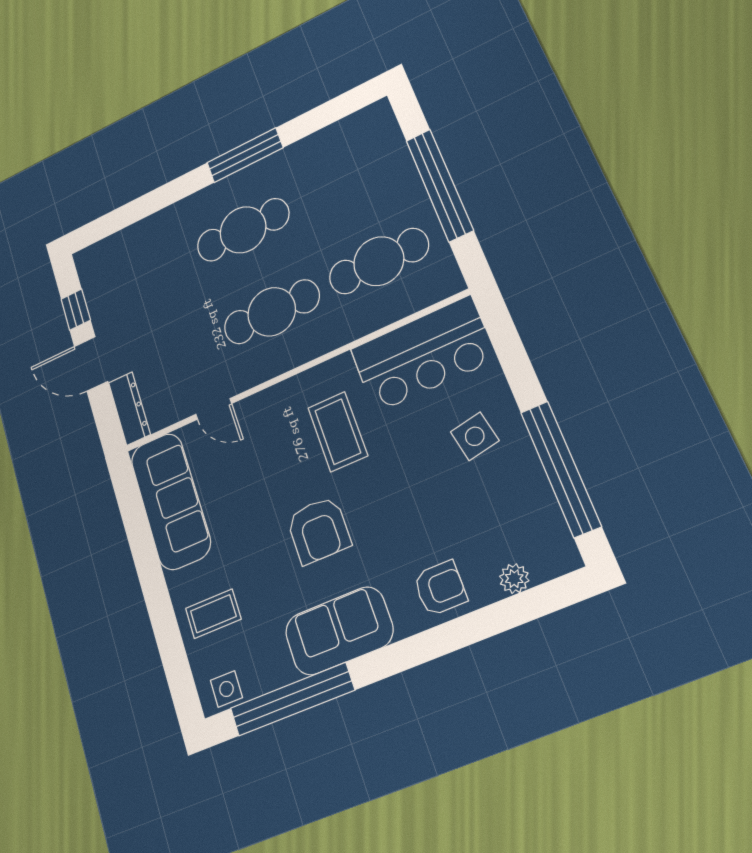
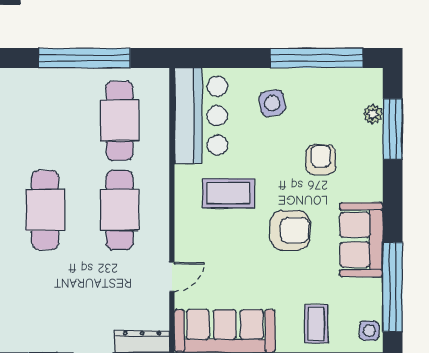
armchair: (440, 588) -> (321, 160), moved
window: (504, 615) -> (393, 129), added

